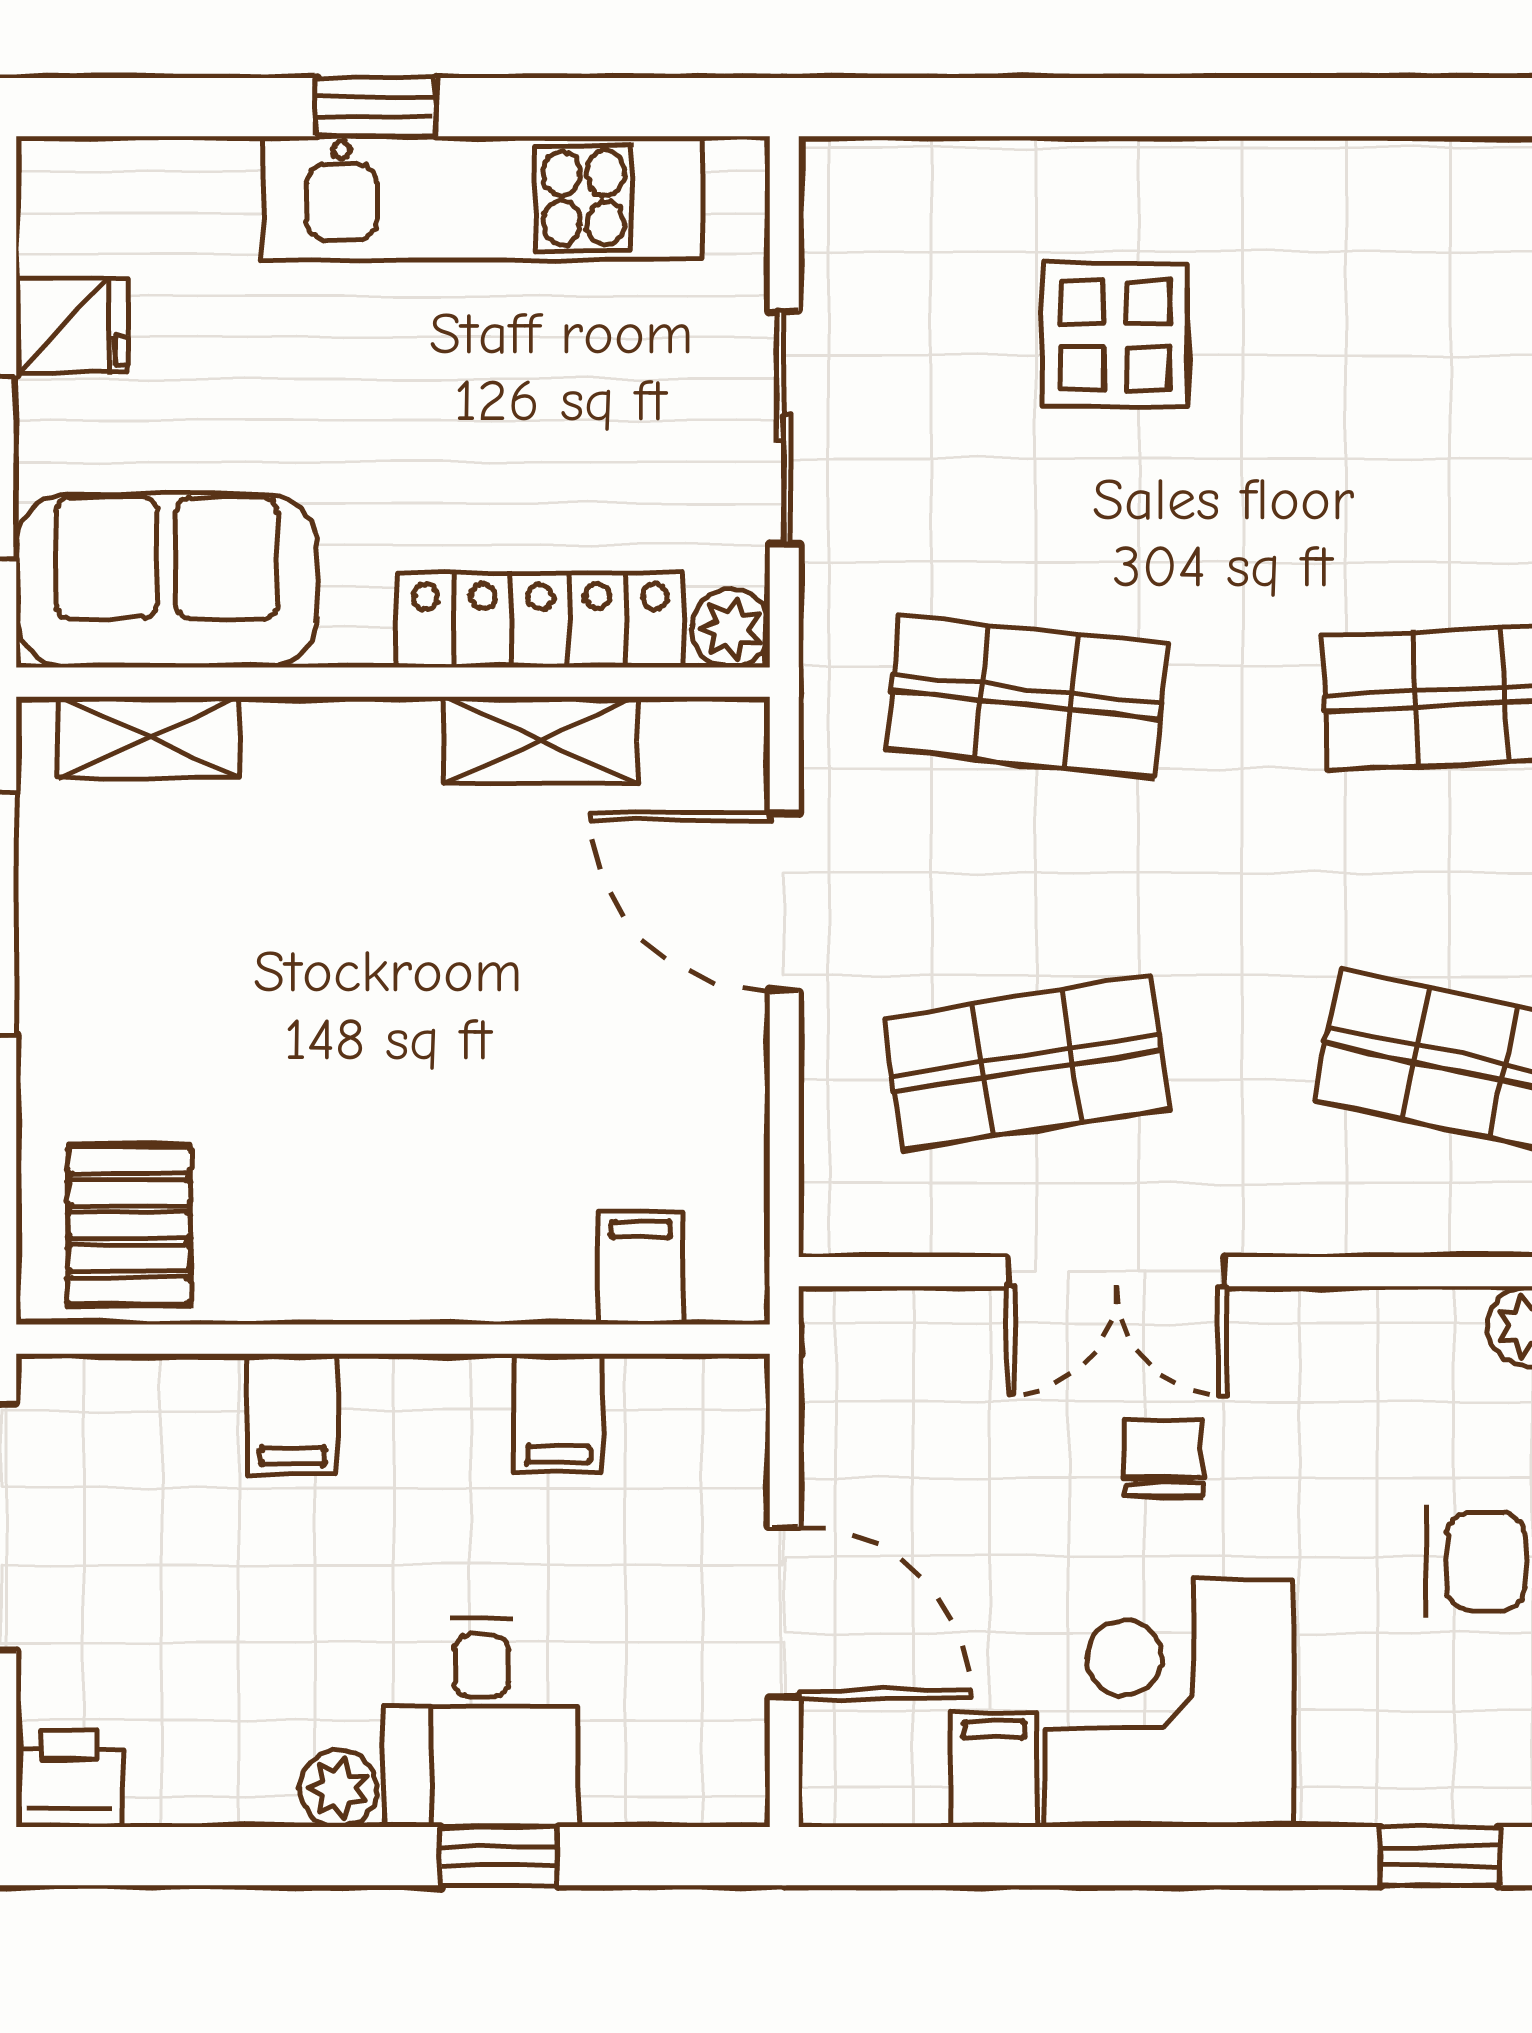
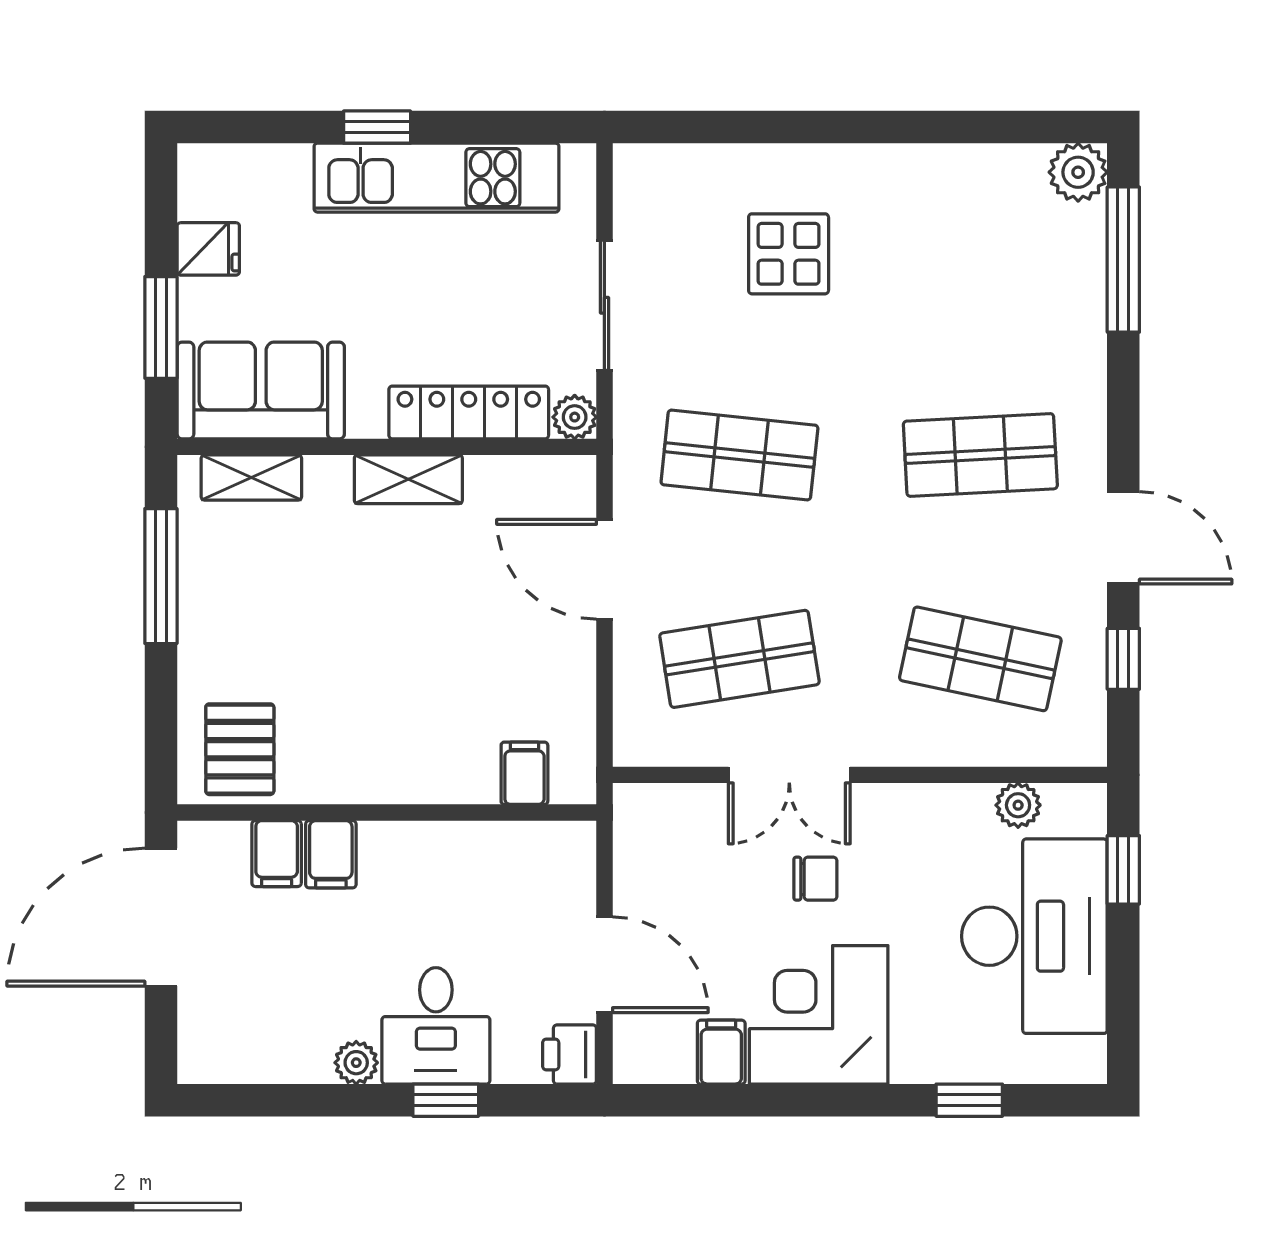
shelving: (540, 740) -> (408, 479), moved
filing cabinet: (558, 1413) -> (277, 854), moved
chair: (1163, 1458) -> (815, 879), turned 90
printer: (69, 1779) -> (570, 1054), moved, turned -90

